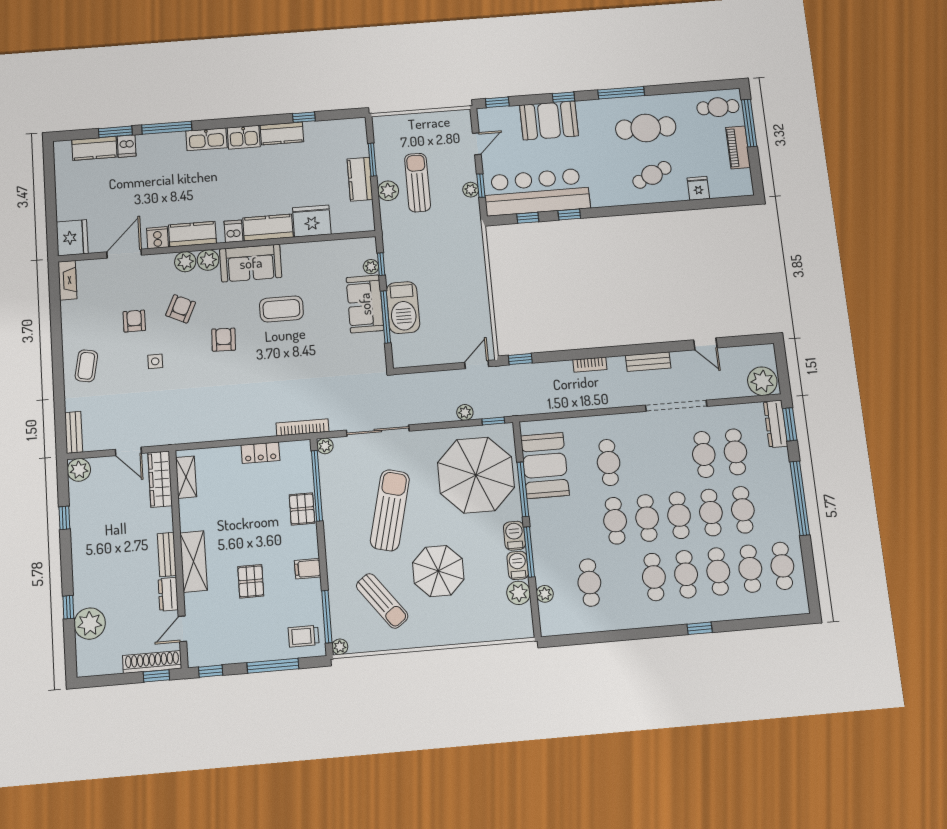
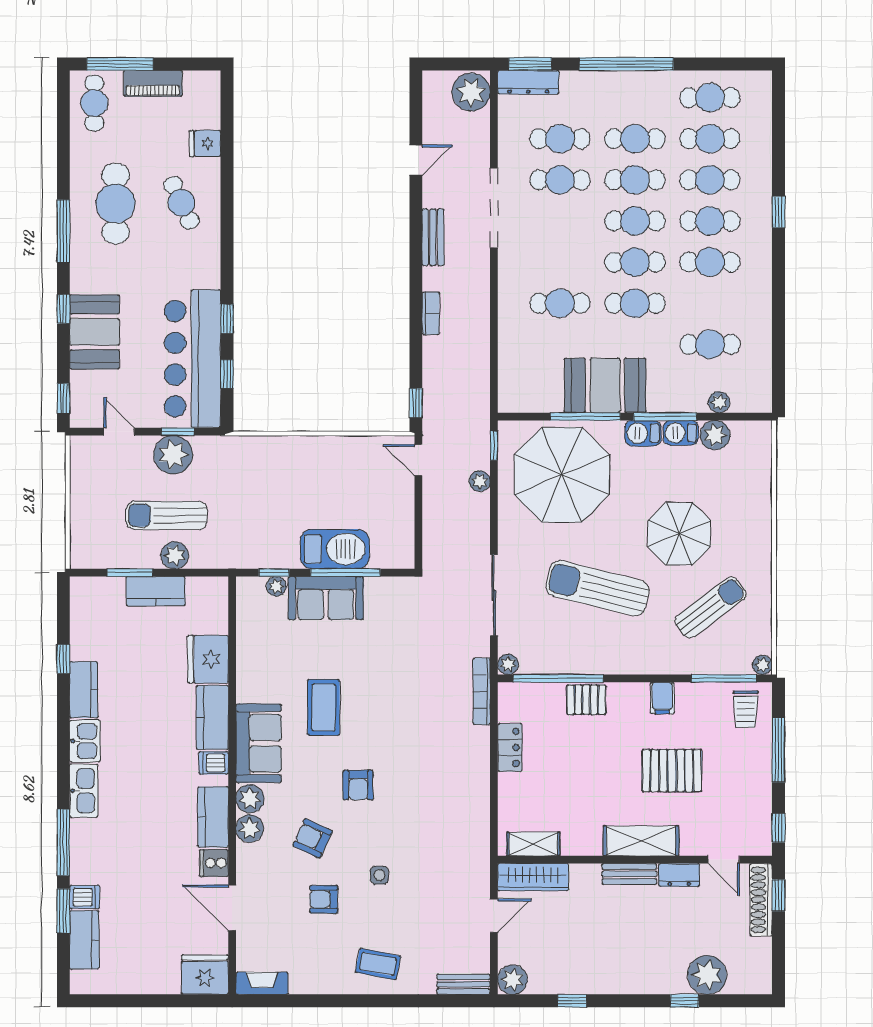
plant: (471, 190) -> (173, 455), width x1.87, depth x1.87
armchair: (224, 340) -> (358, 785), turned -92
booth: (545, 466) -> (605, 385), moved
pallet: (251, 581) -> (672, 771), width x1.50, depth x1.42

